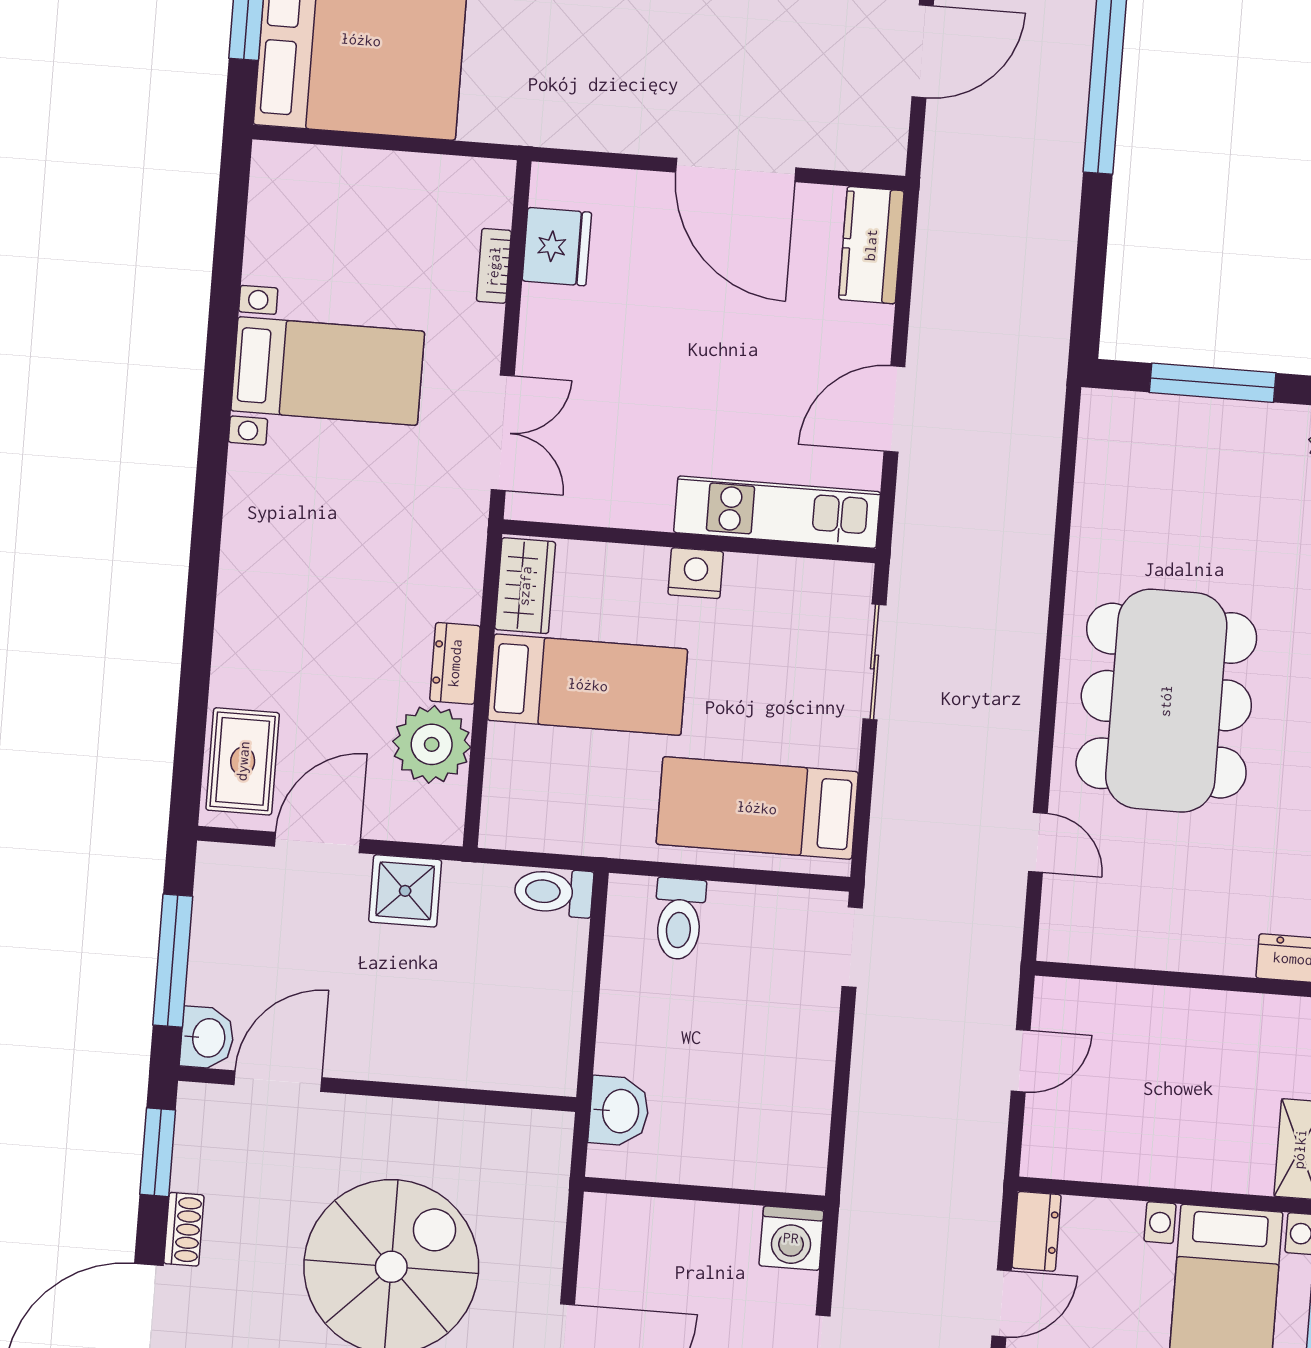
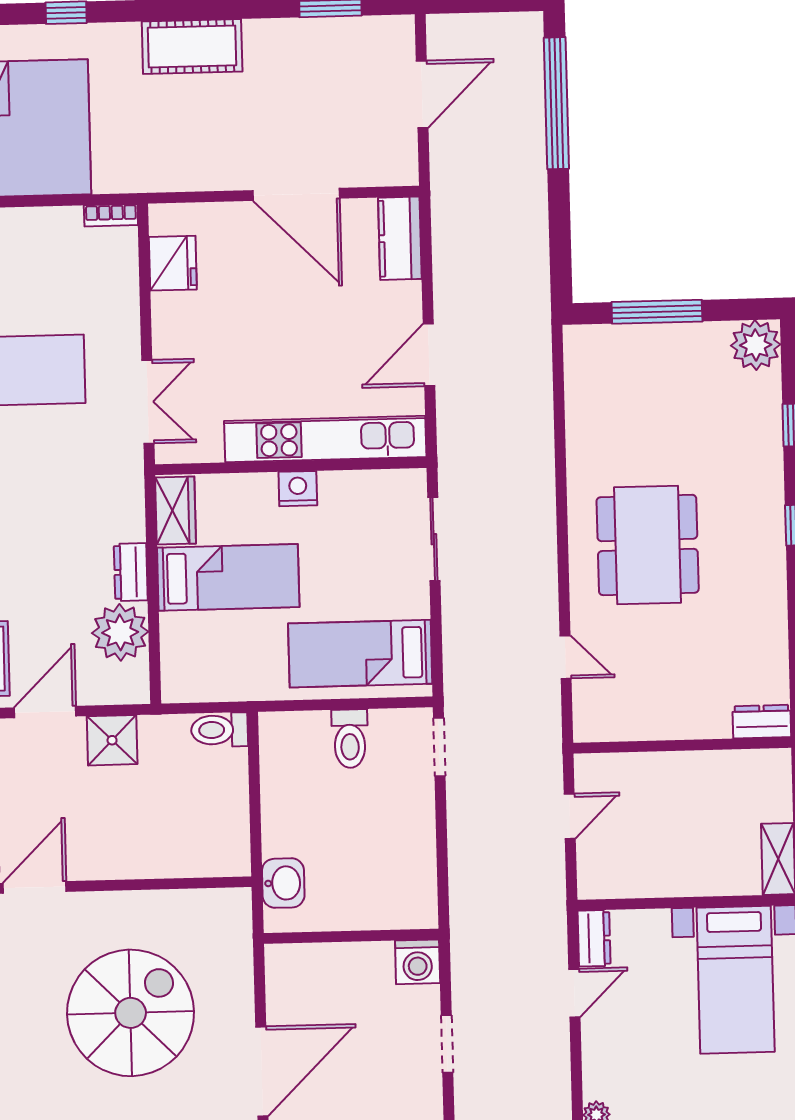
bookcase: (494, 266) -> (111, 215), moved, turned -90
kitchen unit: (777, 512) -> (325, 439), width x1.36
dining table: (1166, 701) -> (648, 545), width x0.73, depth x0.80
toilet: (679, 919) -> (350, 739), moved

